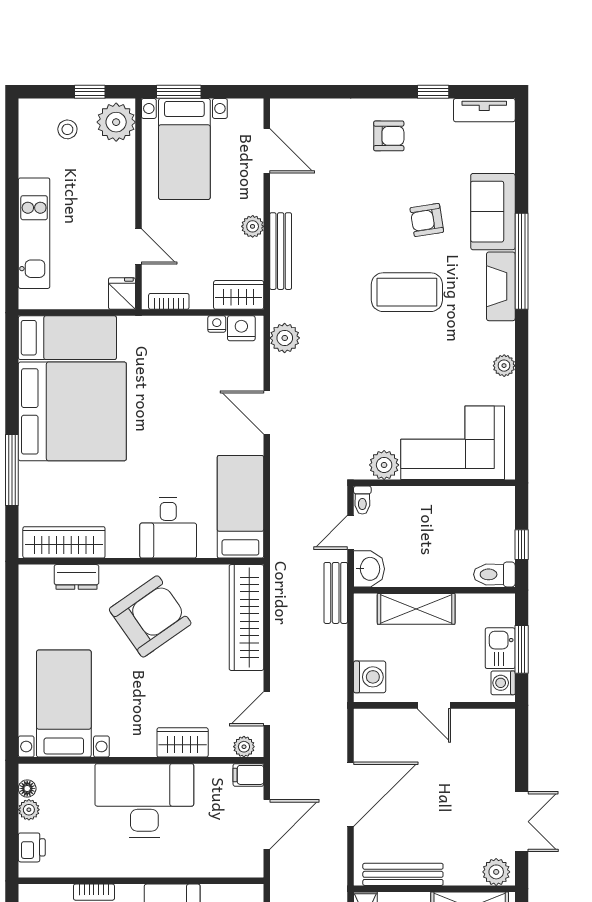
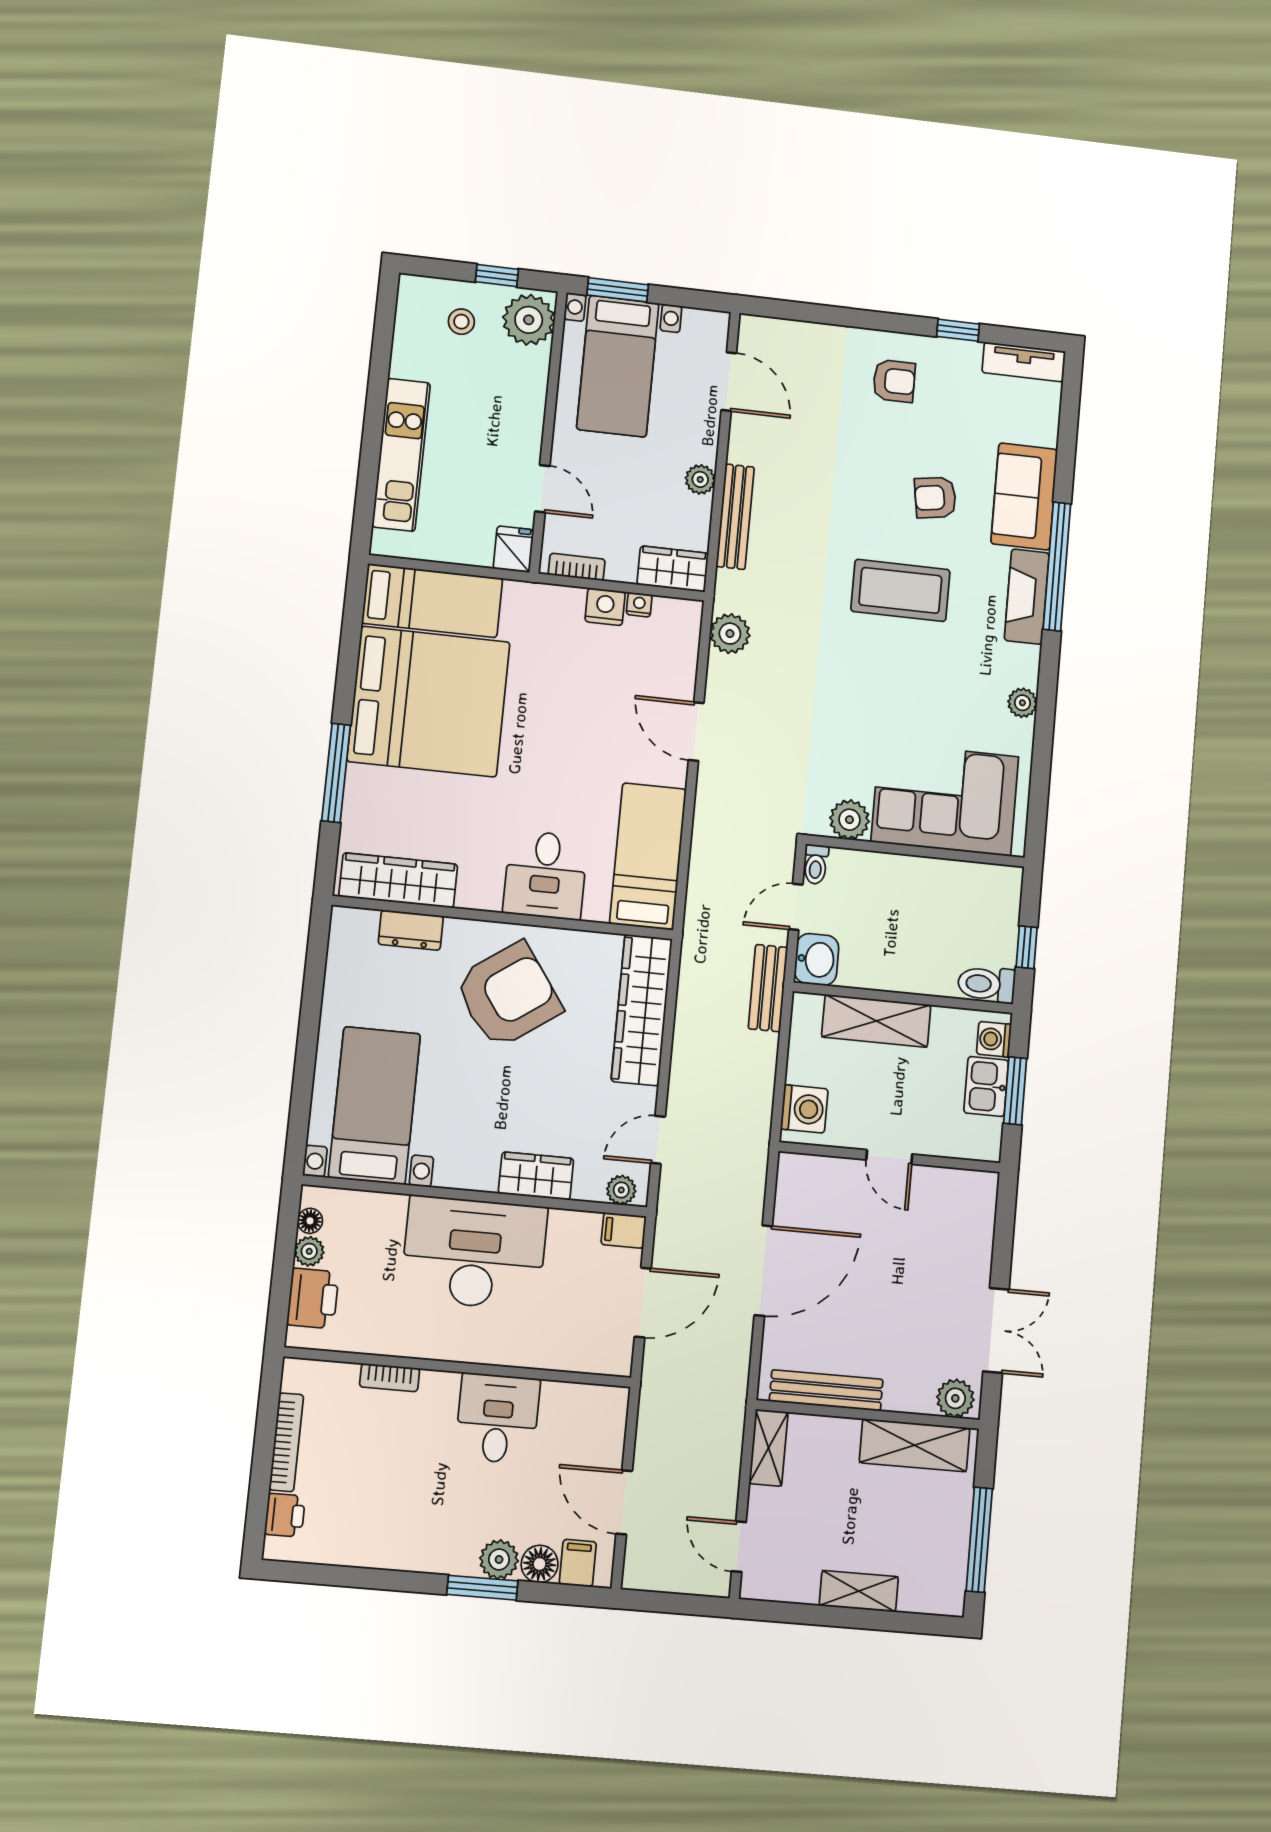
nightstand: (241, 328) -> (605, 607), moved
washing machine: (503, 683) -> (994, 1039), moved
printer: (32, 847) -> (313, 1298), width x1.36, depth x1.24

